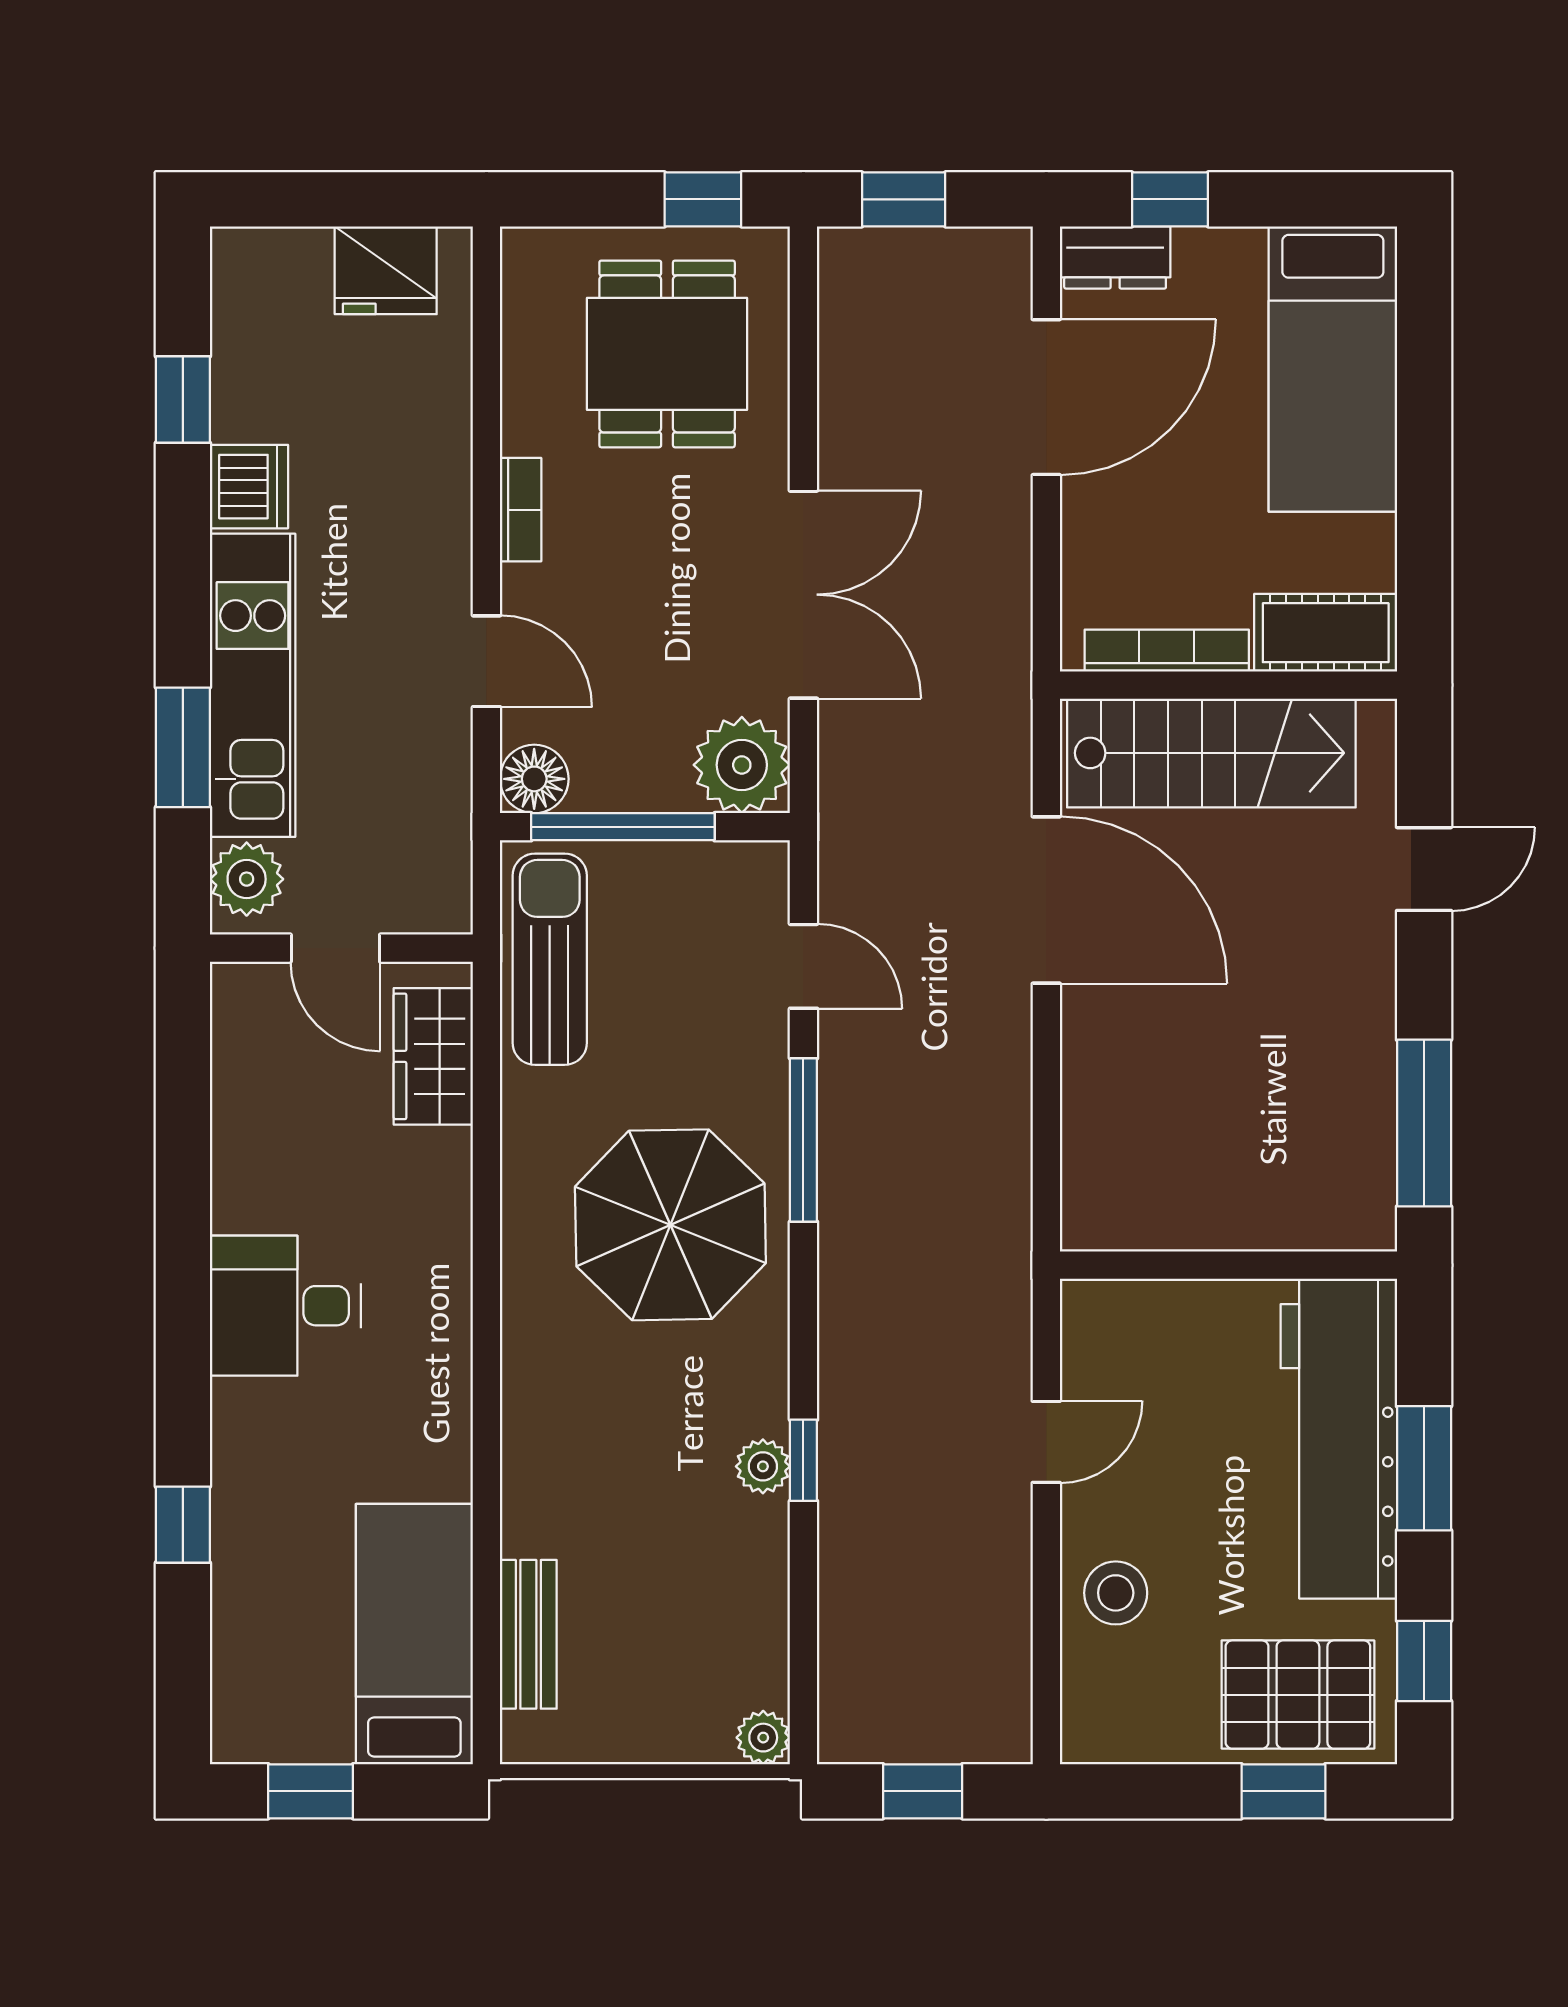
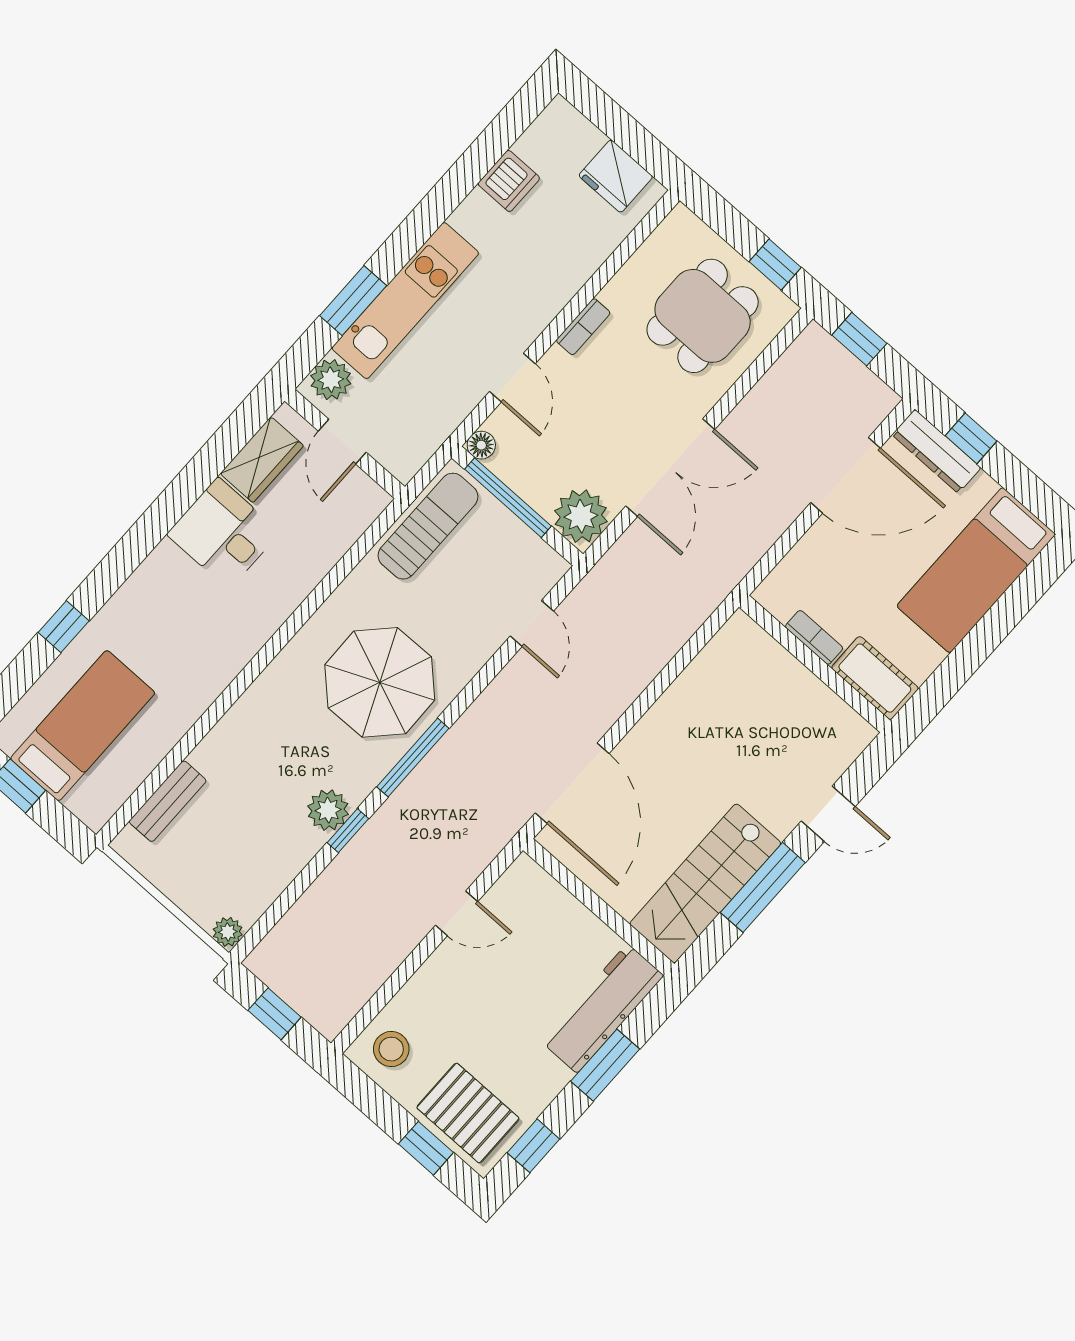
dresser: (1115, 257) -> (936, 451), width x1.44
window: (183, 400) -> (483, 155), removed
dishwasher: (249, 487) -> (509, 181), moved
bookcase: (1167, 651) -> (814, 637), width x0.64
stairs: (1211, 753) -> (705, 883), moved, turned 90
floor lamp: (534, 779) -> (481, 445), width x0.73, depth x0.73
door: (1046, 900) -> (572, 783), moved
wardrobe: (433, 1056) -> (262, 460), moved, turned 180
window: (1424, 1123) -> (763, 887), moved
window: (803, 1140) -> (413, 758), moved
desk: (285, 1306) -> (223, 533), moved
workbench: (1339, 1439) -> (602, 1008), width x0.73, depth x0.76
plant: (763, 1466) -> (328, 810), width x1.38, depth x1.38
stool: (1116, 1593) -> (391, 1049), moved
bed: (414, 1634) -> (83, 726), moved

